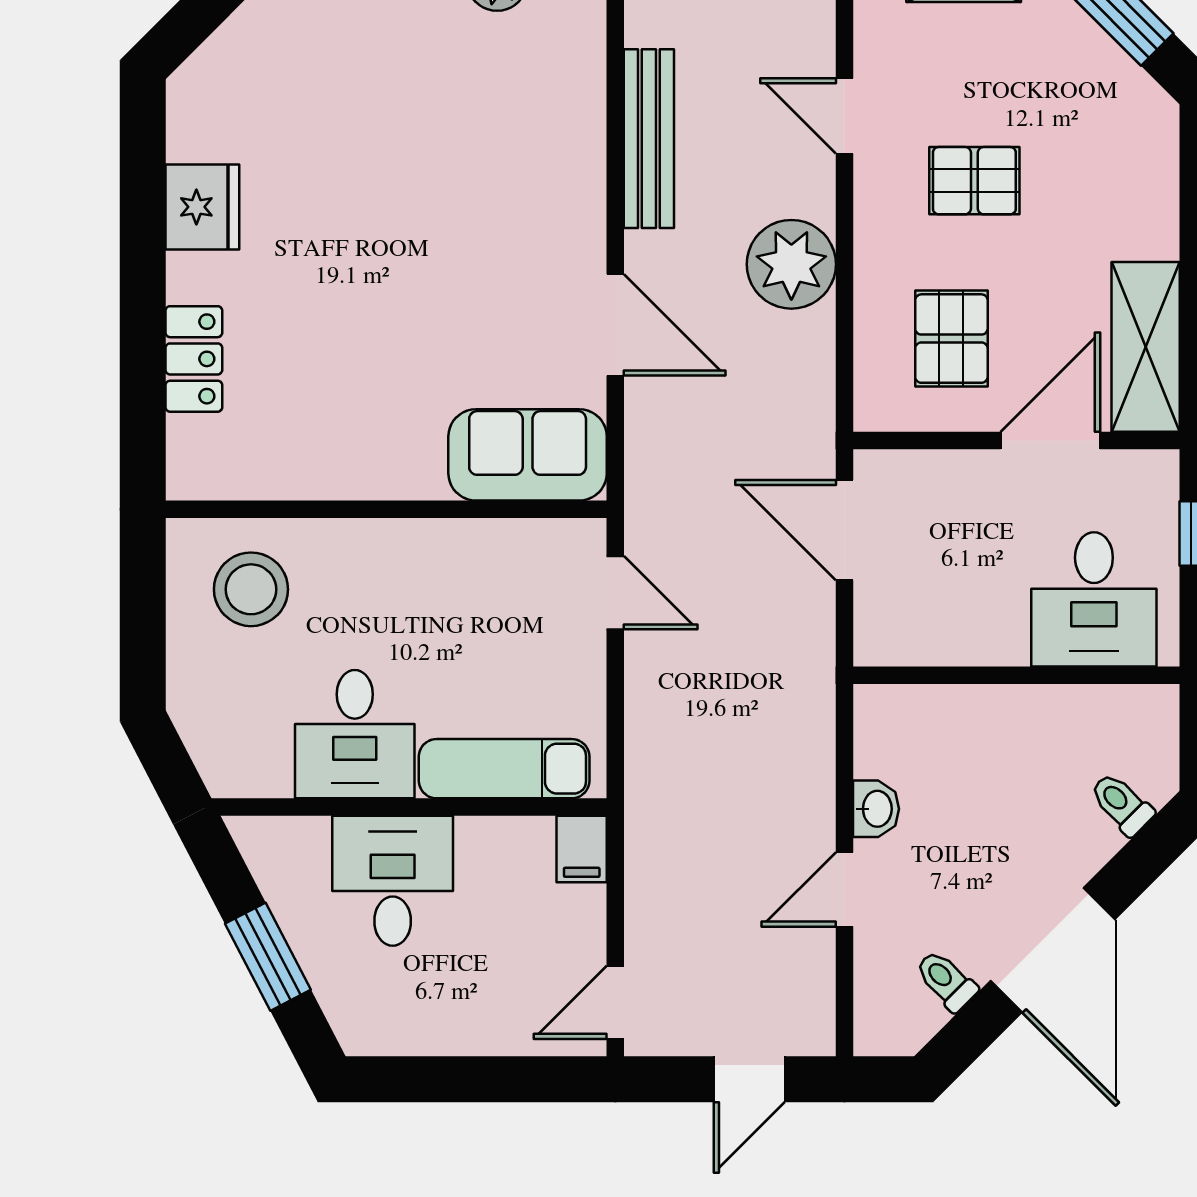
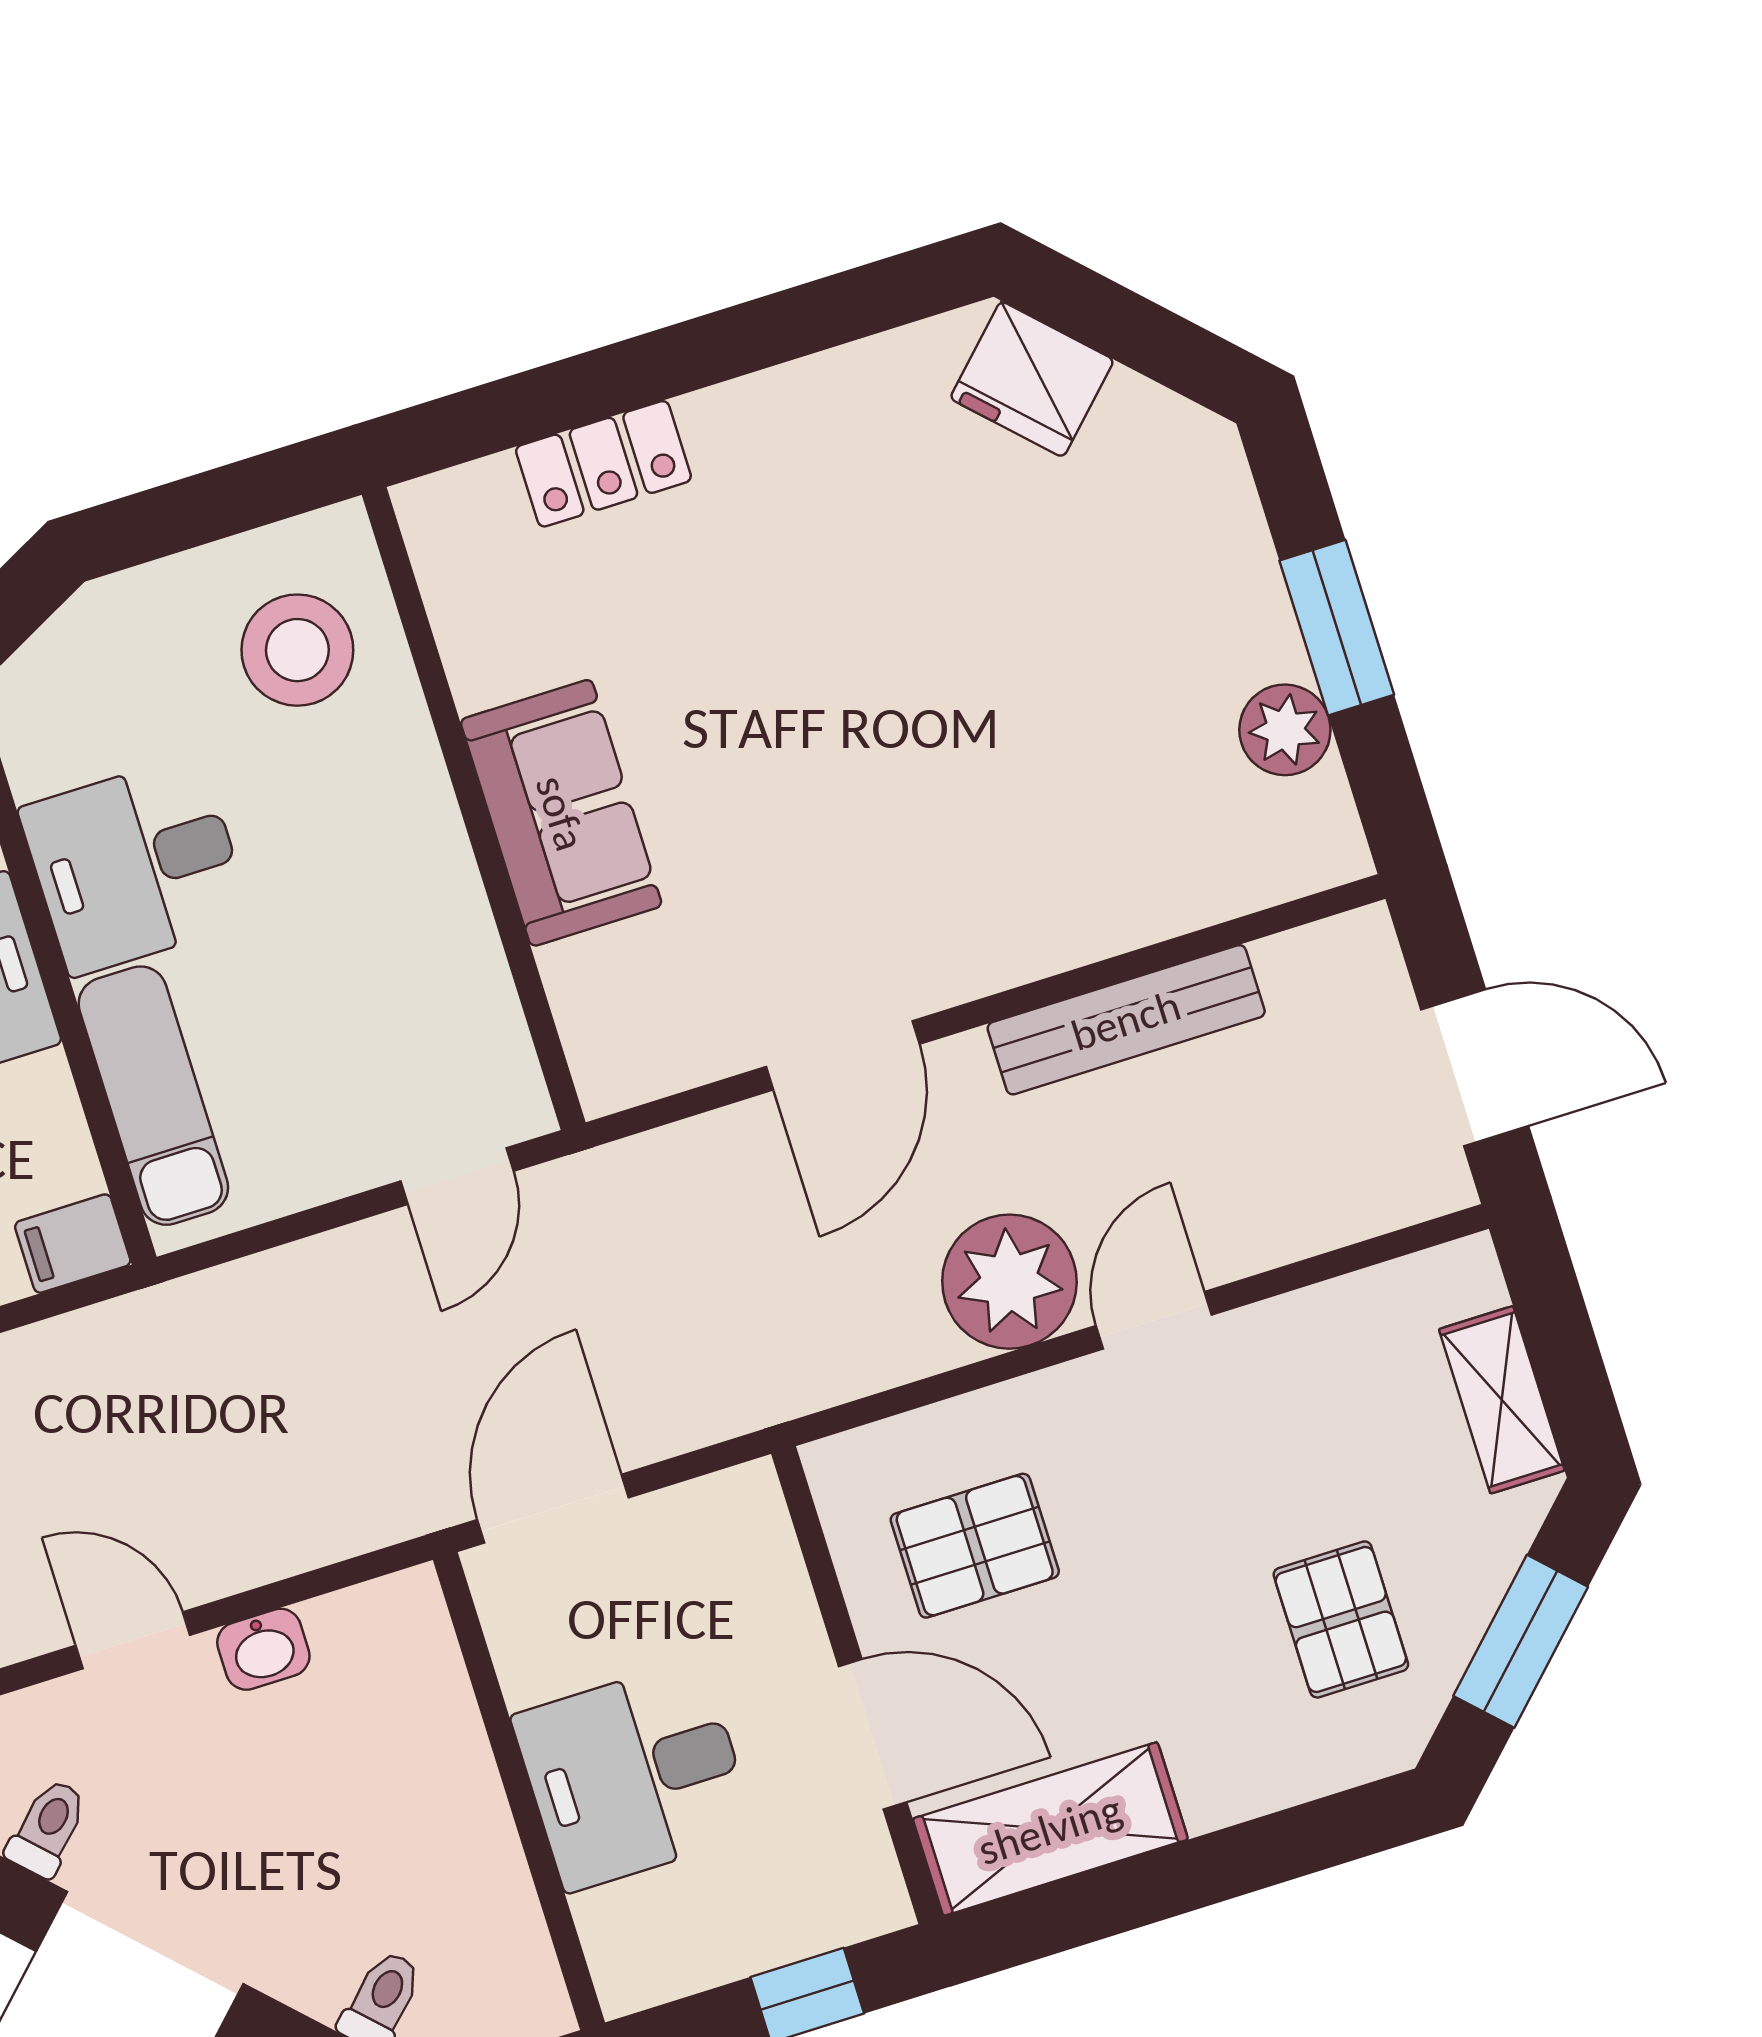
door: (844, 116) -> (1154, 1320), moved
pallet: (974, 181) -> (1341, 1619), moved
fridge: (202, 207) -> (1032, 379), moved, turned 45
sofa: (528, 455) -> (561, 813), moved
door: (844, 530) -> (553, 1509), moved
desk: (1094, 599) -> (634, 1775), moved

